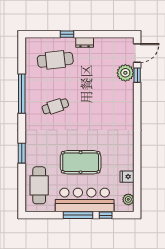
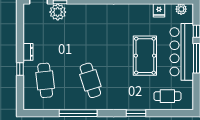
cafe table: (55, 106) -> (90, 80), width x1.37, depth x1.35
cafe table: (39, 185) -> (167, 96), width x0.73, depth x0.74

